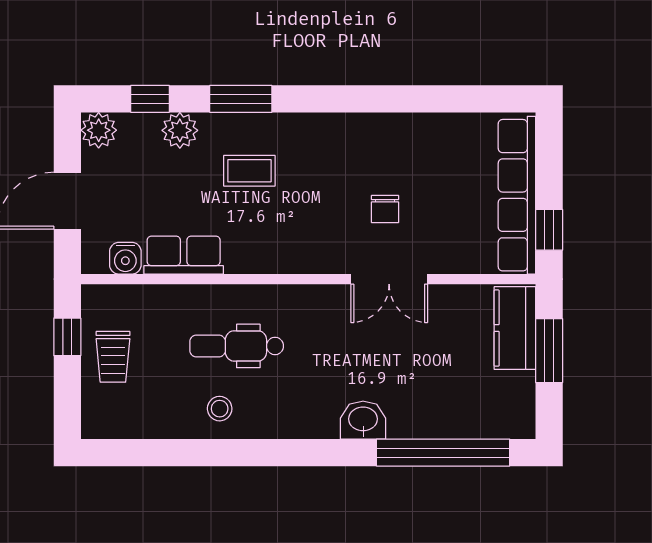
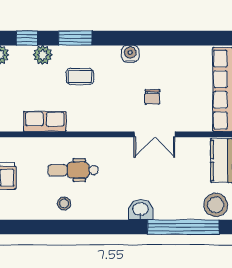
water cooler: (125, 258) -> (130, 54), moved, turned 180
stool: (504, 411) -> (216, 205), added

